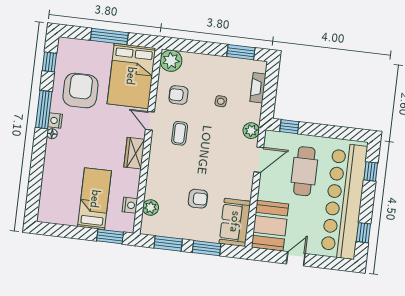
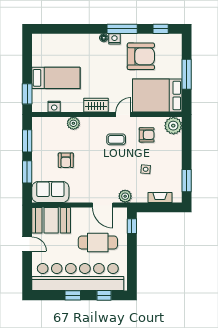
armchair: (178, 95) -> (147, 135), turned 90
plant: (151, 208) -> (73, 123), moved
window: (363, 233) -> (73, 295), moved

